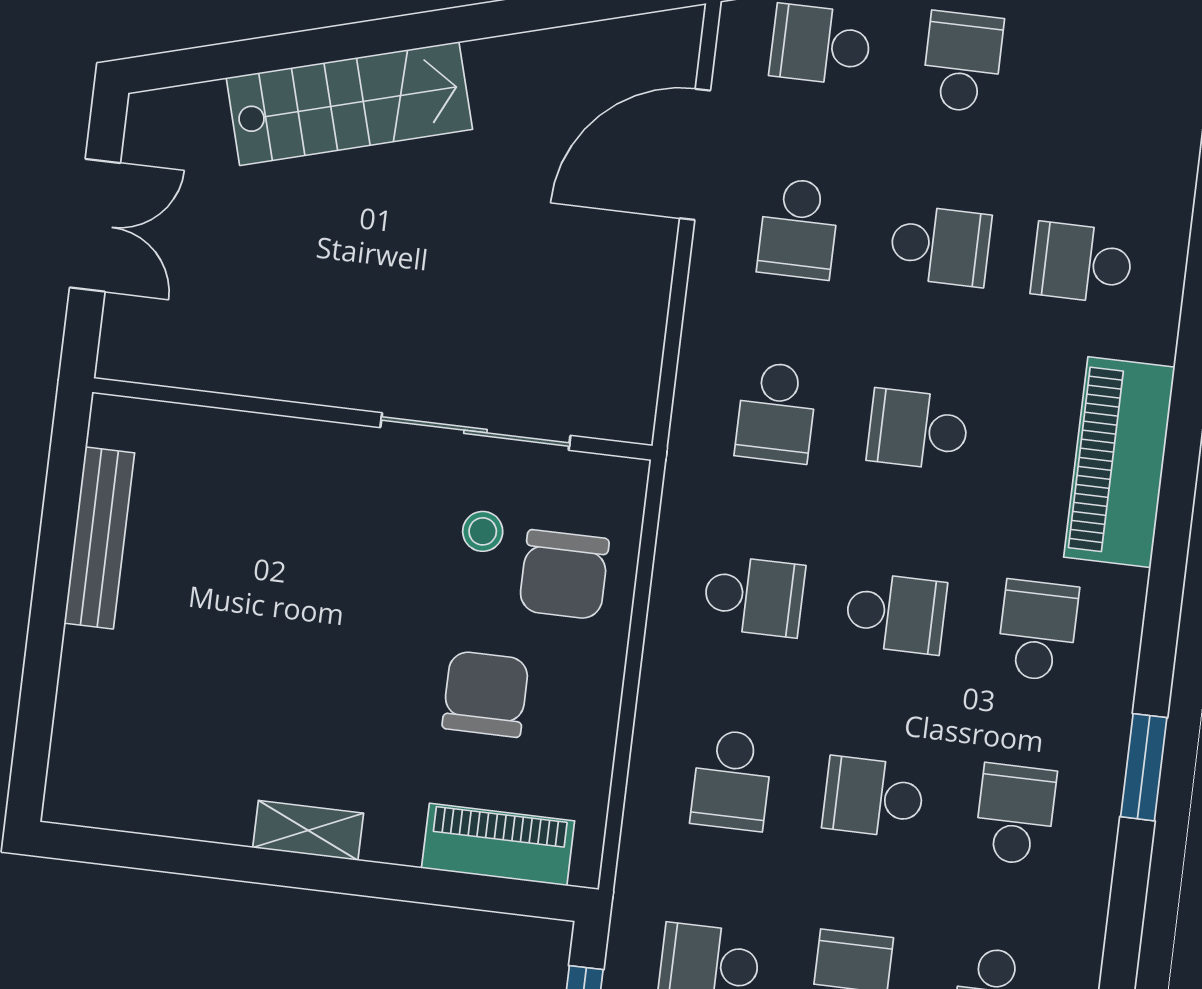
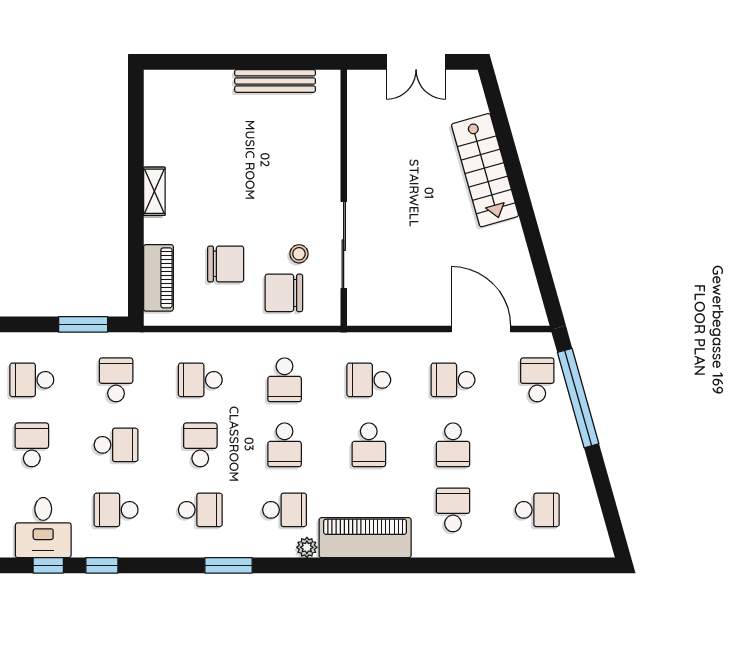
school desk: (962, 62) -> (537, 510), moved
school desk: (918, 430) -> (369, 445), turned 180
plant: (1125, 592) -> (307, 547), added

